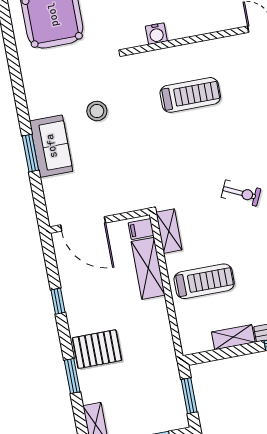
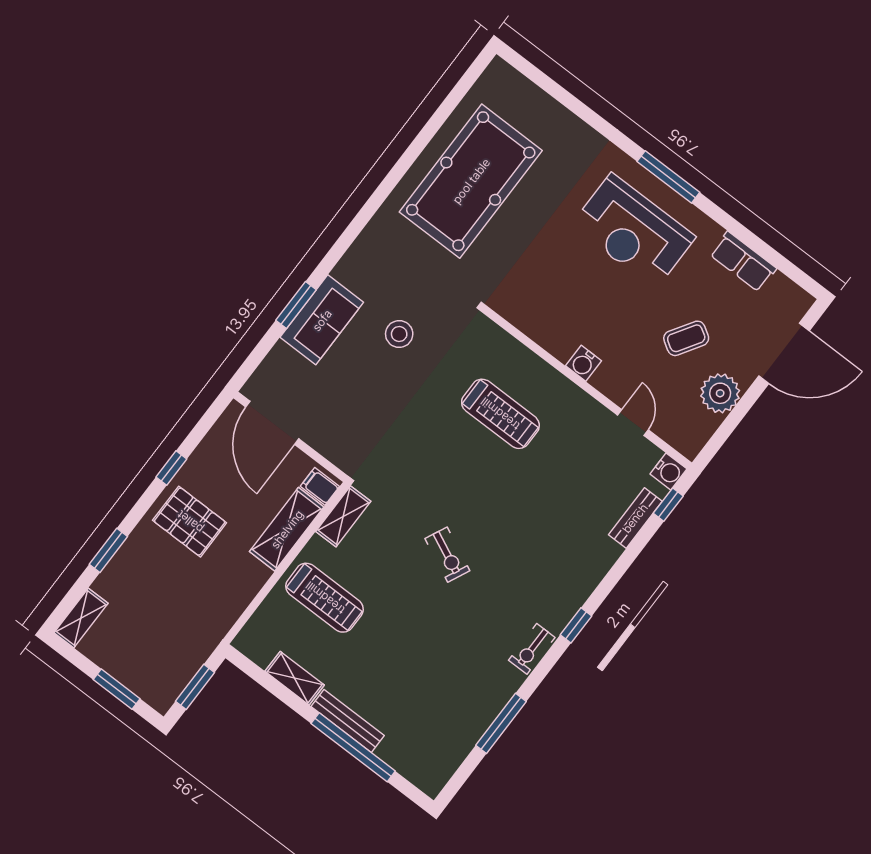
water cooler: (156, 34) -> (583, 363), moved
pallet: (97, 349) -> (190, 522), moved

